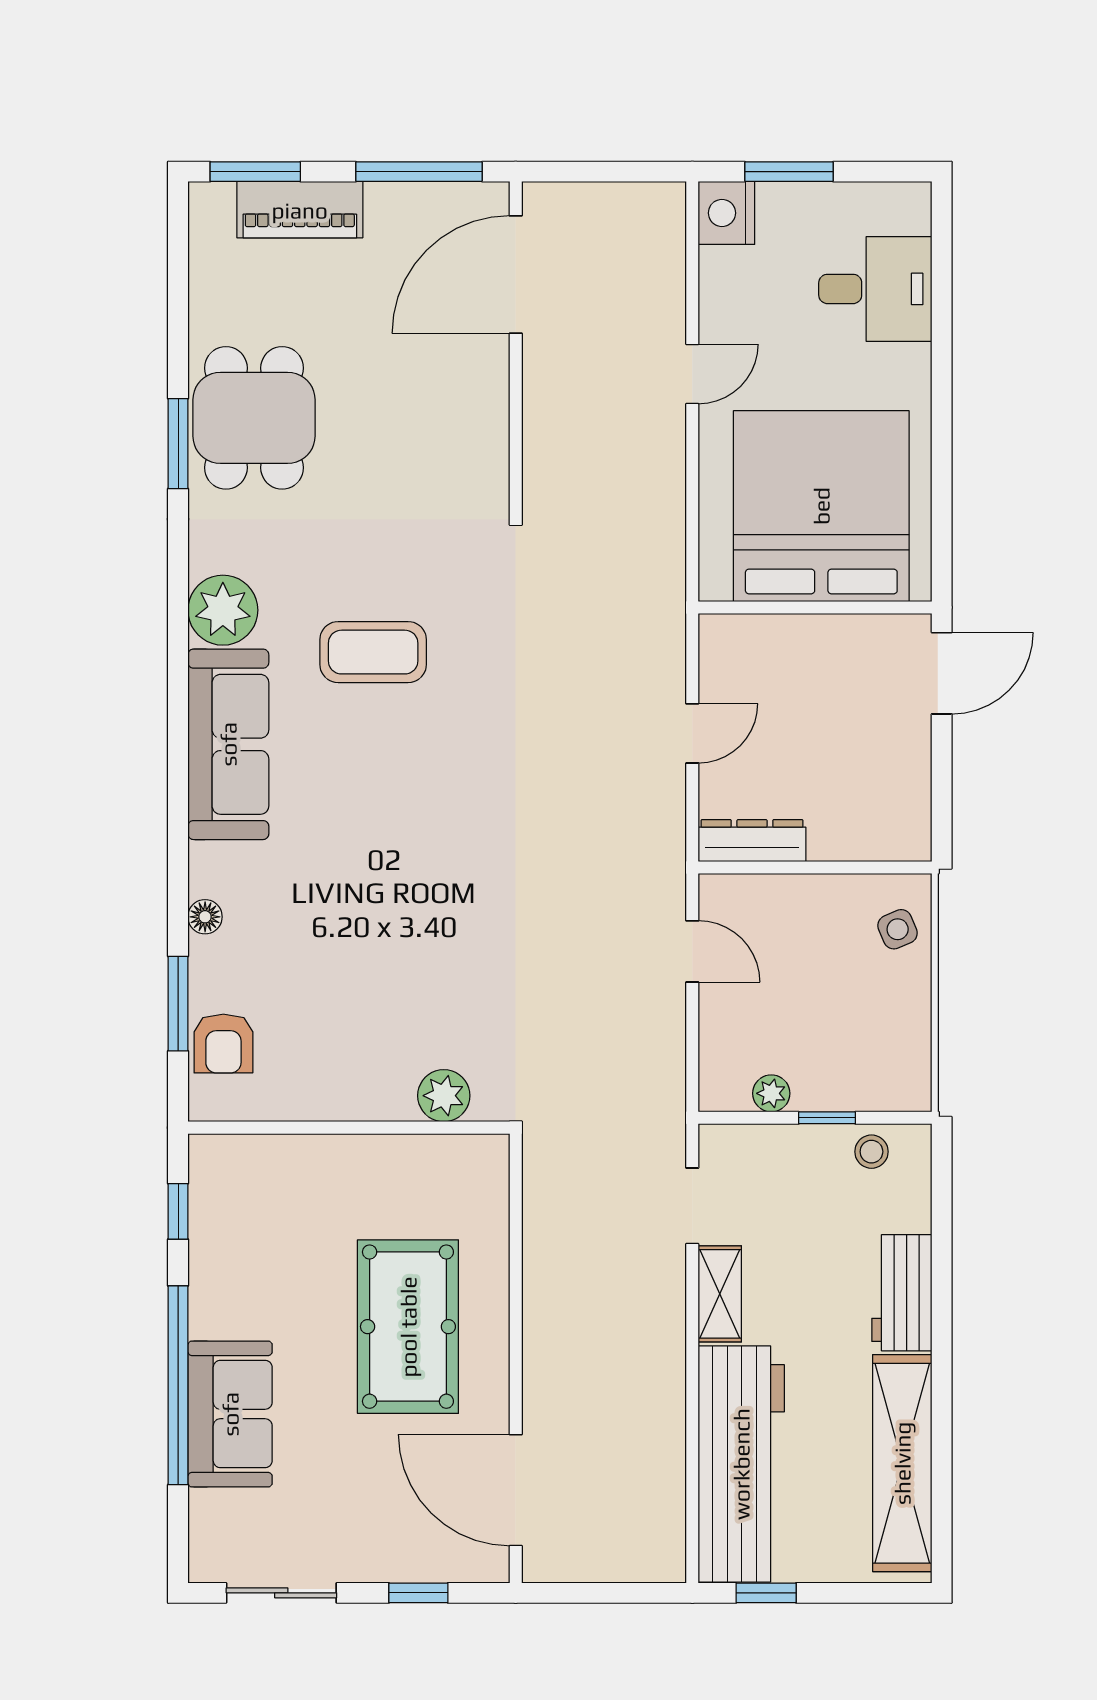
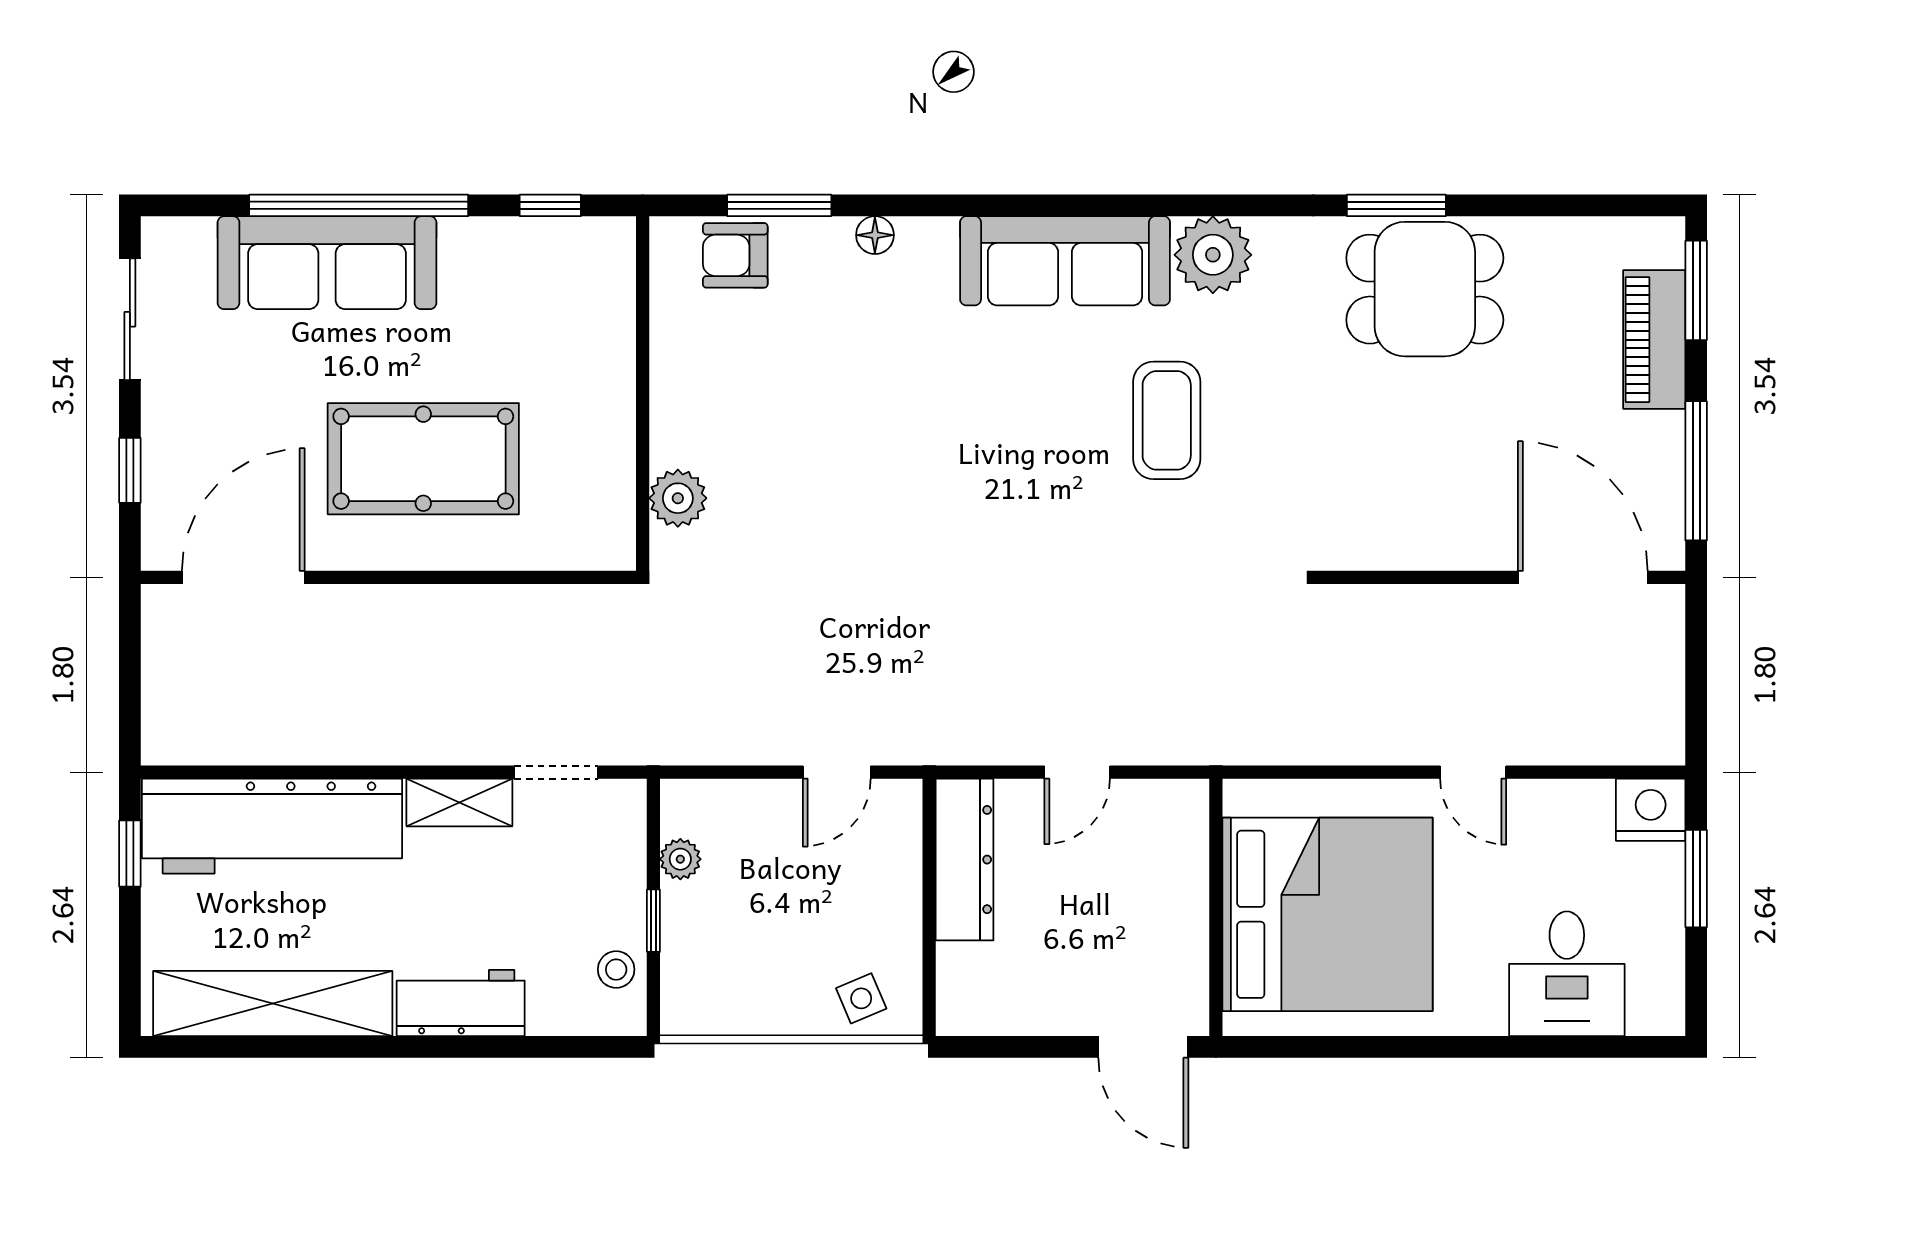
door: (692, 733) -> (1077, 772), hinge flipped
dresser: (752, 841) -> (965, 860), width x1.37, depth x1.24
sofa: (230, 1414) -> (327, 263), width x1.36

